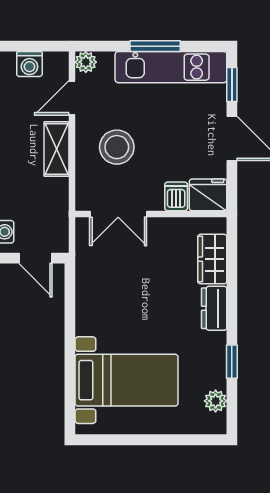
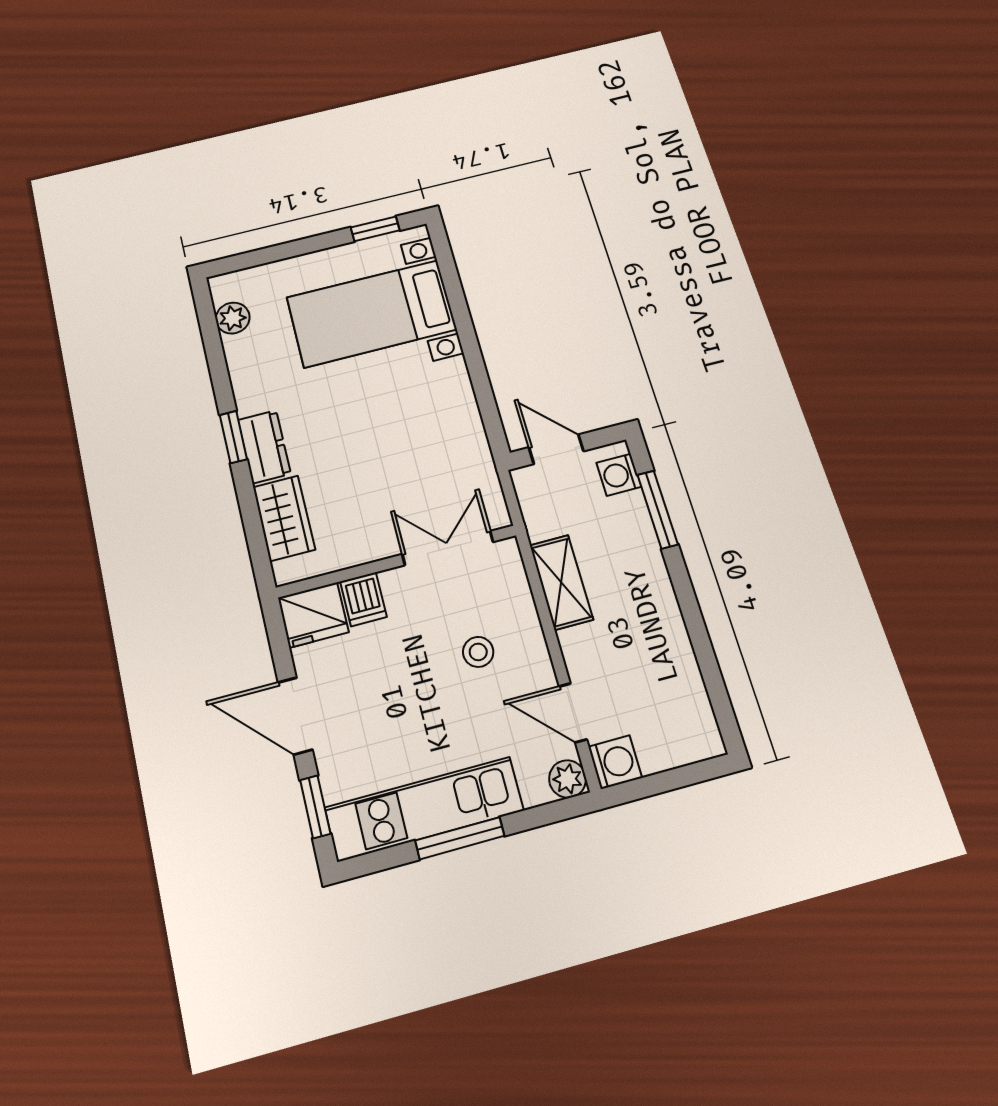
washing machine: (29, 64) -> (615, 762), moved, turned 90
door: (72, 98) -> (573, 713), swing flipped
stool: (117, 147) -> (478, 652), width x0.53, depth x0.53
shelving: (56, 149) -> (561, 582), moved
window: (232, 362) -> (233, 437), moved
window: (109, 440) -> (375, 229), added

